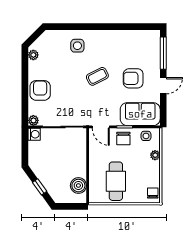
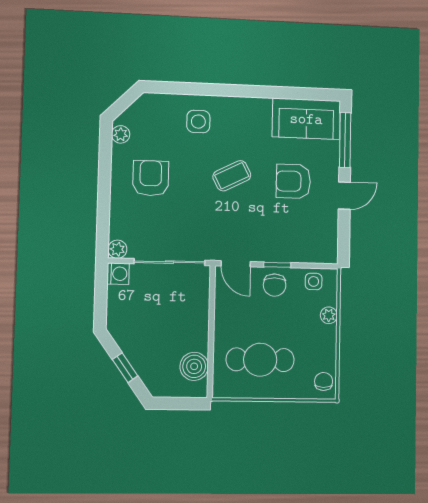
armchair: (40, 90) -> (151, 178), moved
sofa: (140, 114) -> (306, 119), moved, turned 180
cafe table: (116, 181) -> (260, 360), turned 90

